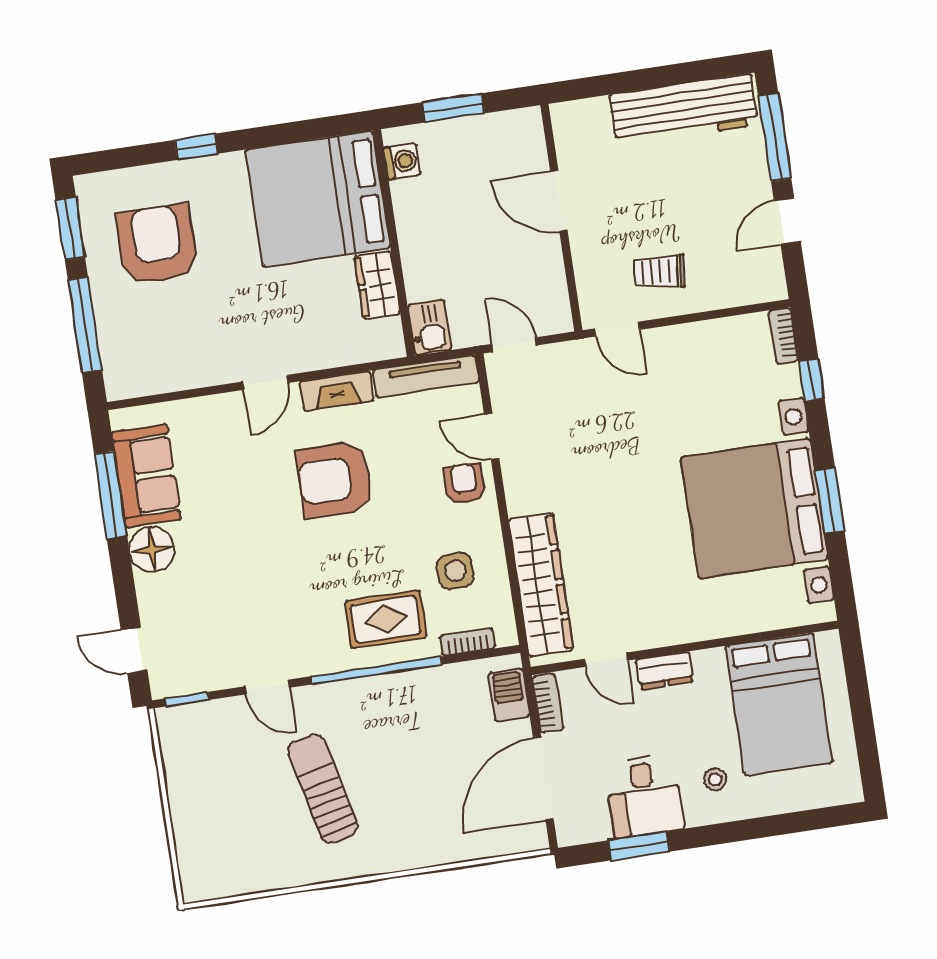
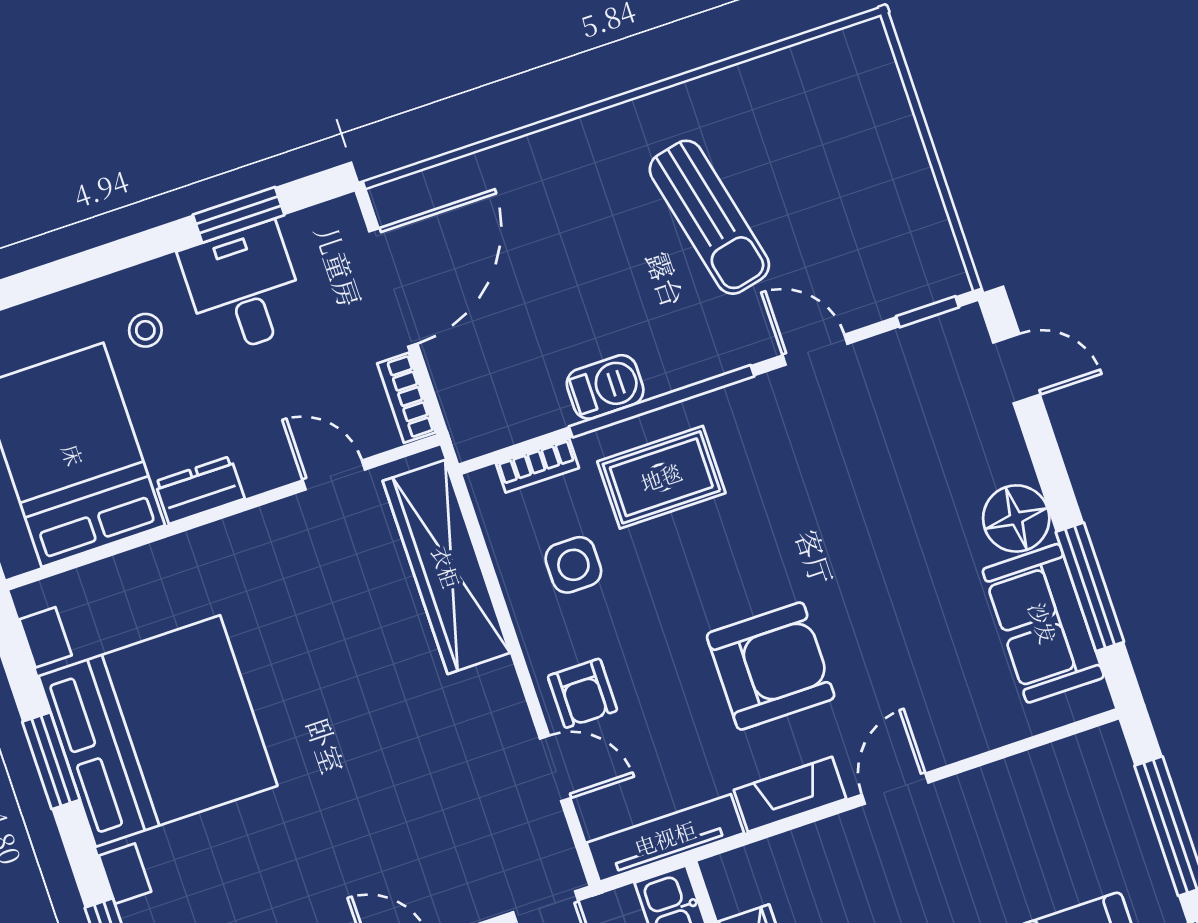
dresser: (665, 671) -> (200, 490), moved
barbecue: (509, 695) -> (605, 387), moved, turned -90

